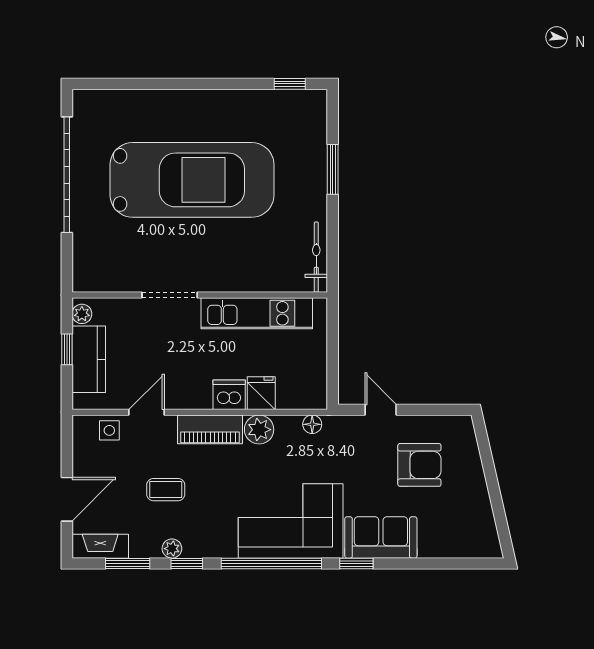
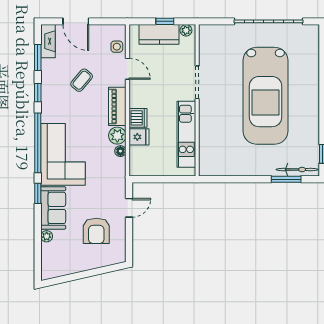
window: (333, 169) -> (286, 179), moved
bicycle: (316, 257) -> (297, 170), moved
floor lamp: (312, 424) -> (120, 151), moved
coffee table: (166, 490) -> (82, 80), turned 40
plant: (172, 549) -> (47, 236), moved

